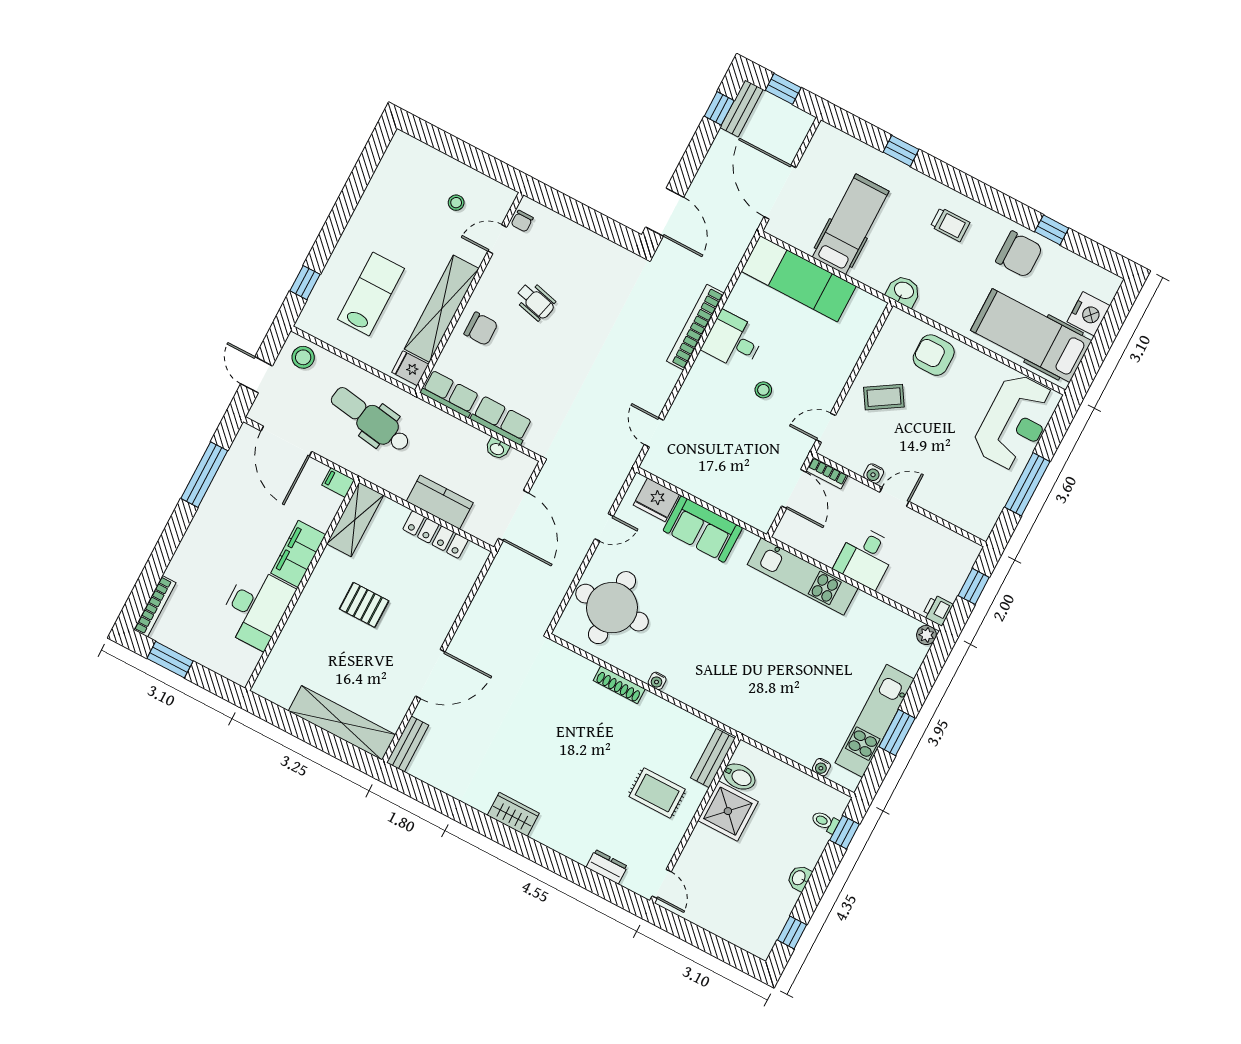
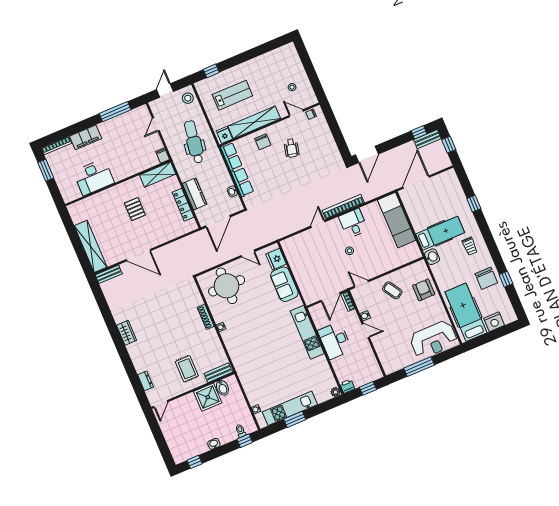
hospital bed: (851, 224) -> (440, 233), moved
door: (654, 432) -> (318, 224), moved
door: (286, 441) -> (156, 124), width x0.53
filing cabinet: (298, 554) -> (86, 137), moved, turned 180
desk: (866, 557) -> (335, 341), width x1.37

